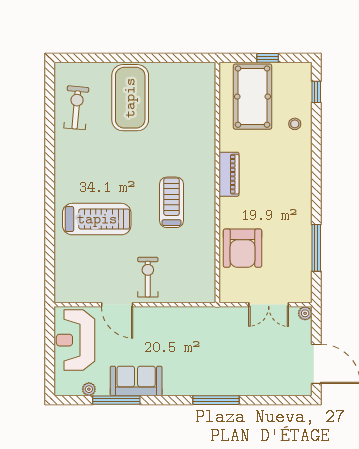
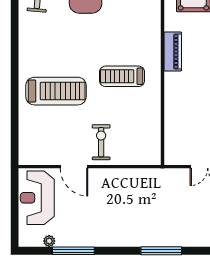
treadmill: (172, 202) -> (122, 76), turned -90
armchair: (242, 248) -> (185, 117), removed
sofa: (136, 381) -> (91, 234), removed

